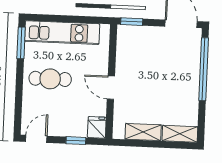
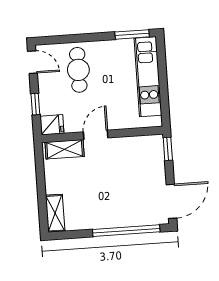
cafe table: (50, 79) -> (78, 70), moved
shelving: (143, 132) -> (65, 149), moved, turned 90

